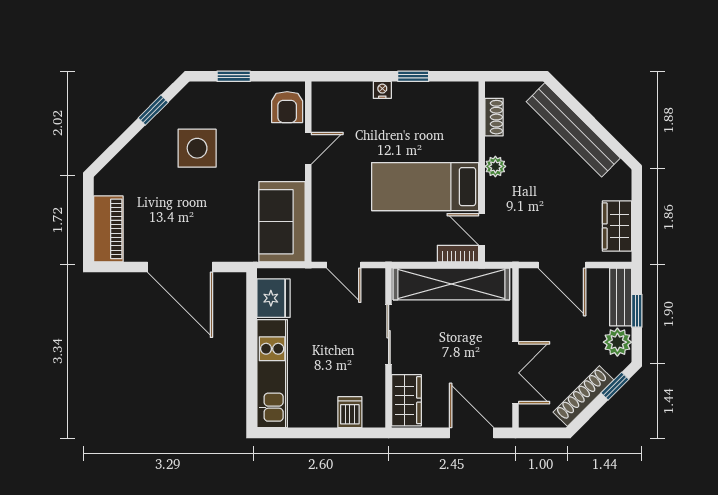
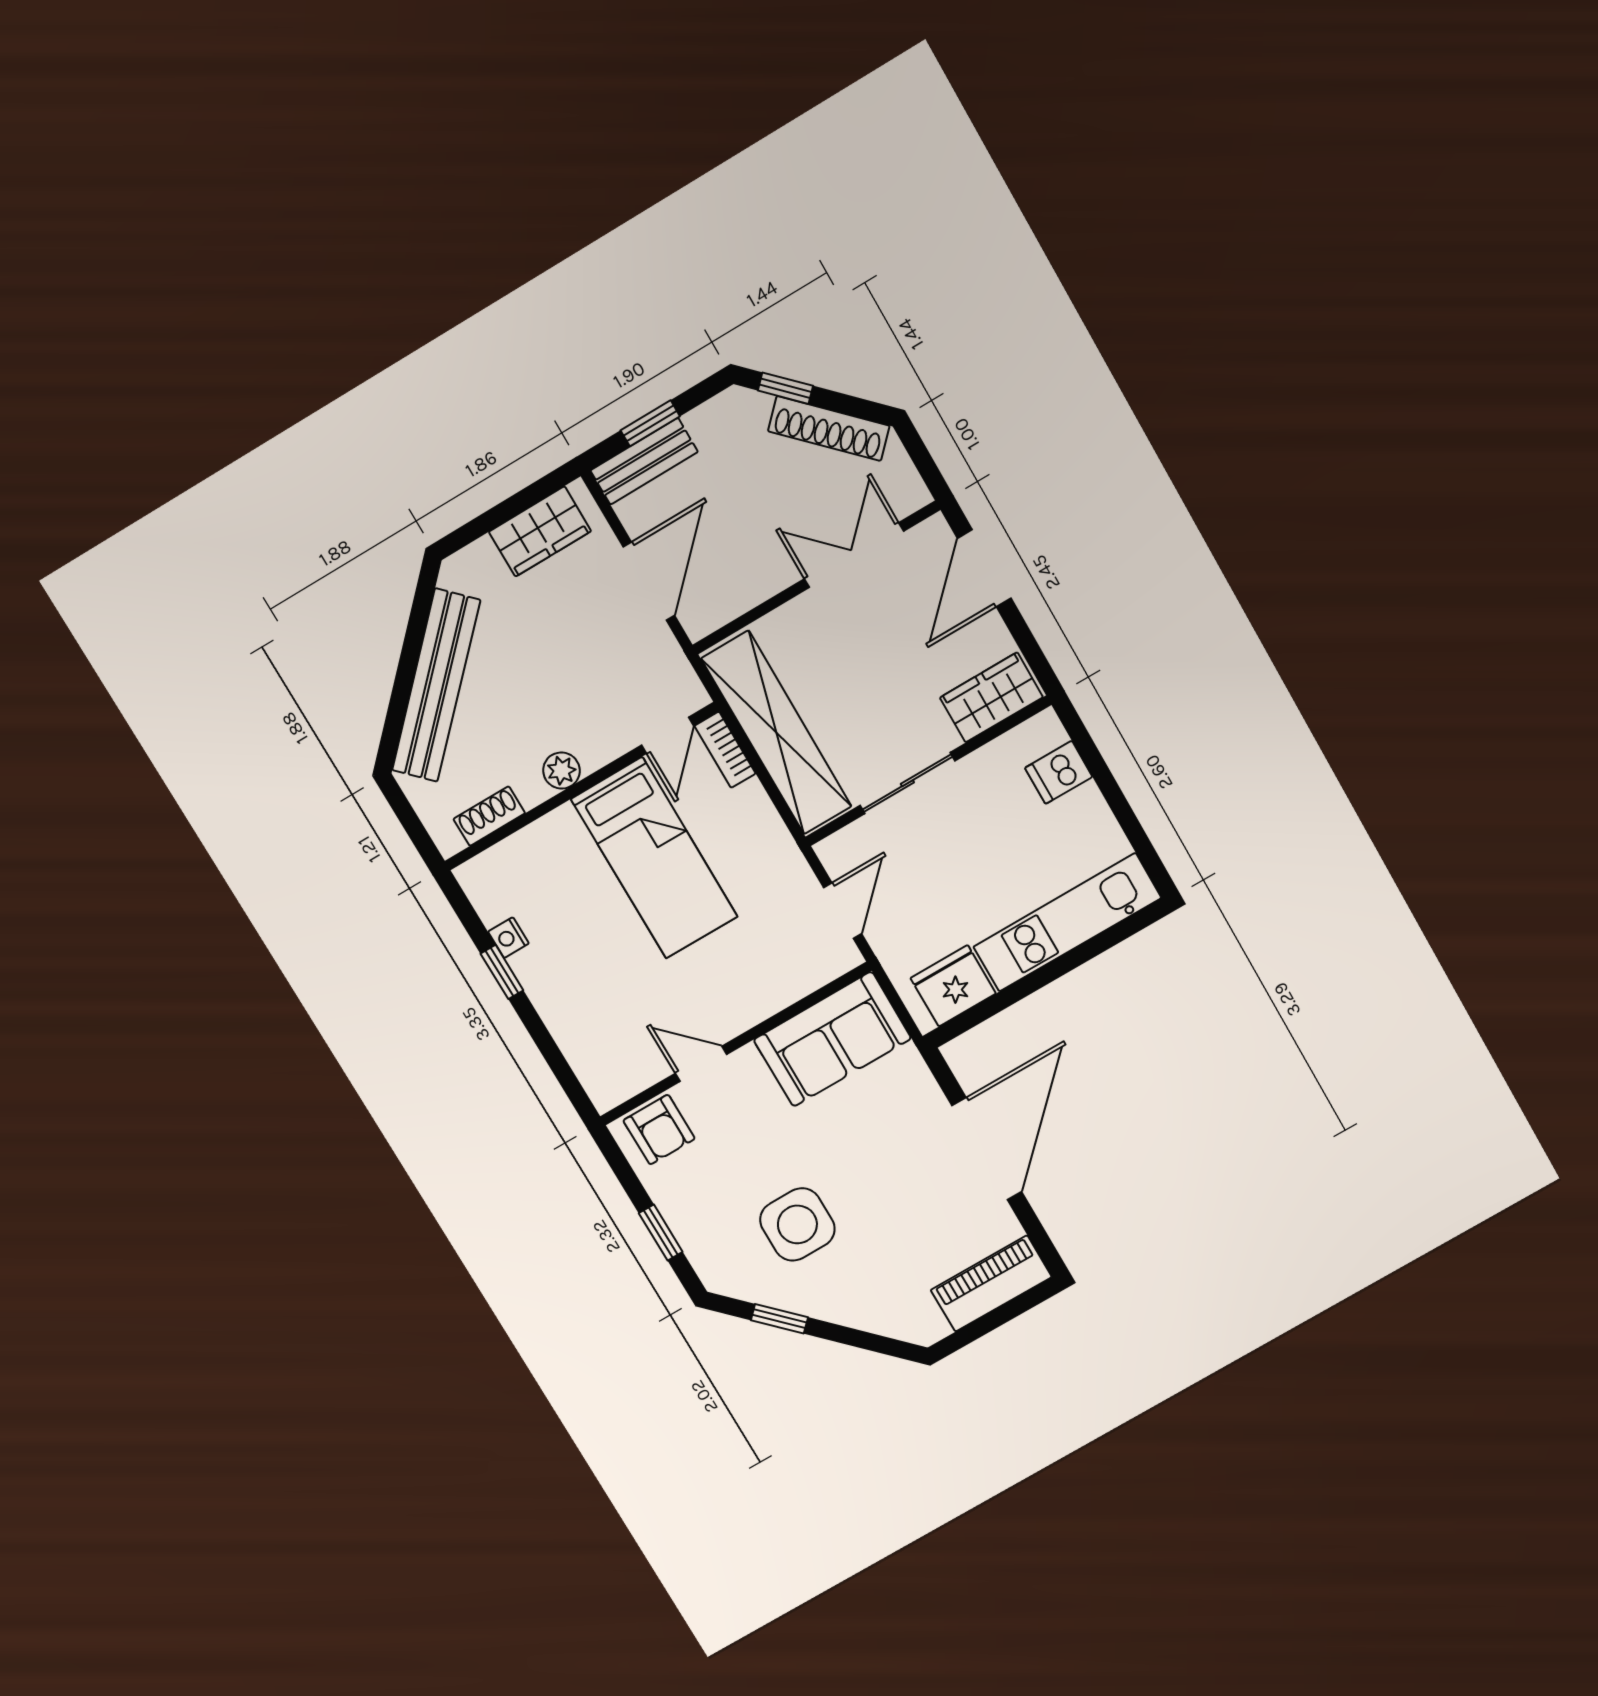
nightstand: (382, 90) -> (508, 938), moved
armchair: (287, 107) -> (659, 1130), turned 90
plant: (617, 342) -> (716, 425), removed

